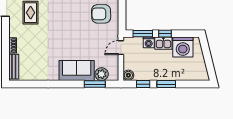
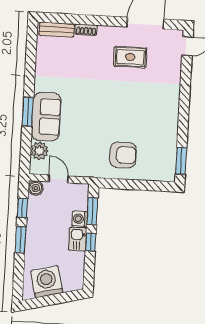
armchair: (101, 14) -> (123, 155), turned 91
washing machine: (183, 47) -> (47, 282), moved, turned 76
door: (121, 48) -> (58, 179), moved
window: (95, 84) -> (28, 112), moved

